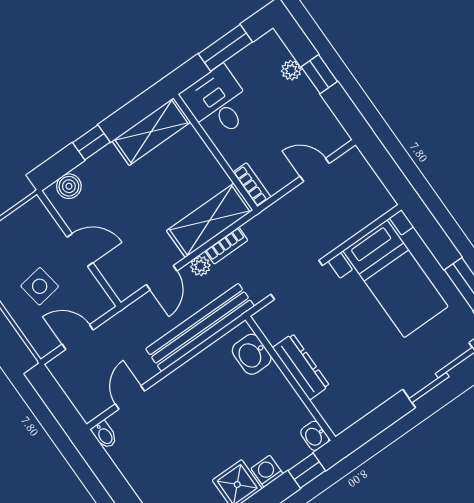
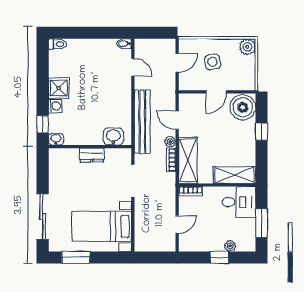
shelving: (151, 132) -> (234, 175), moved, turned 90
boiler: (69, 186) -> (243, 107), width x1.86, depth x1.86
dresser: (301, 367) -> (92, 155), width x0.70

